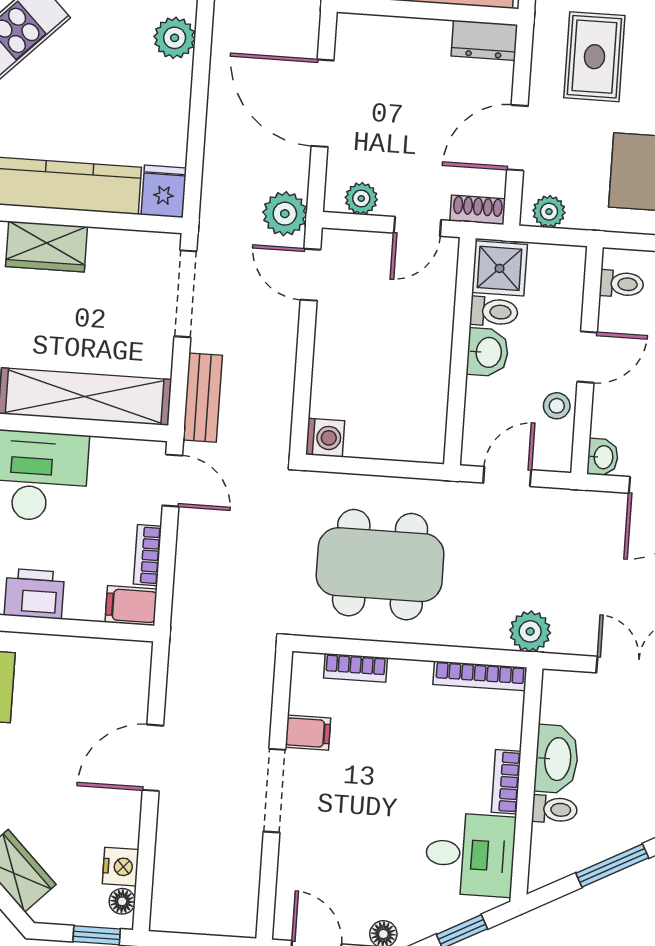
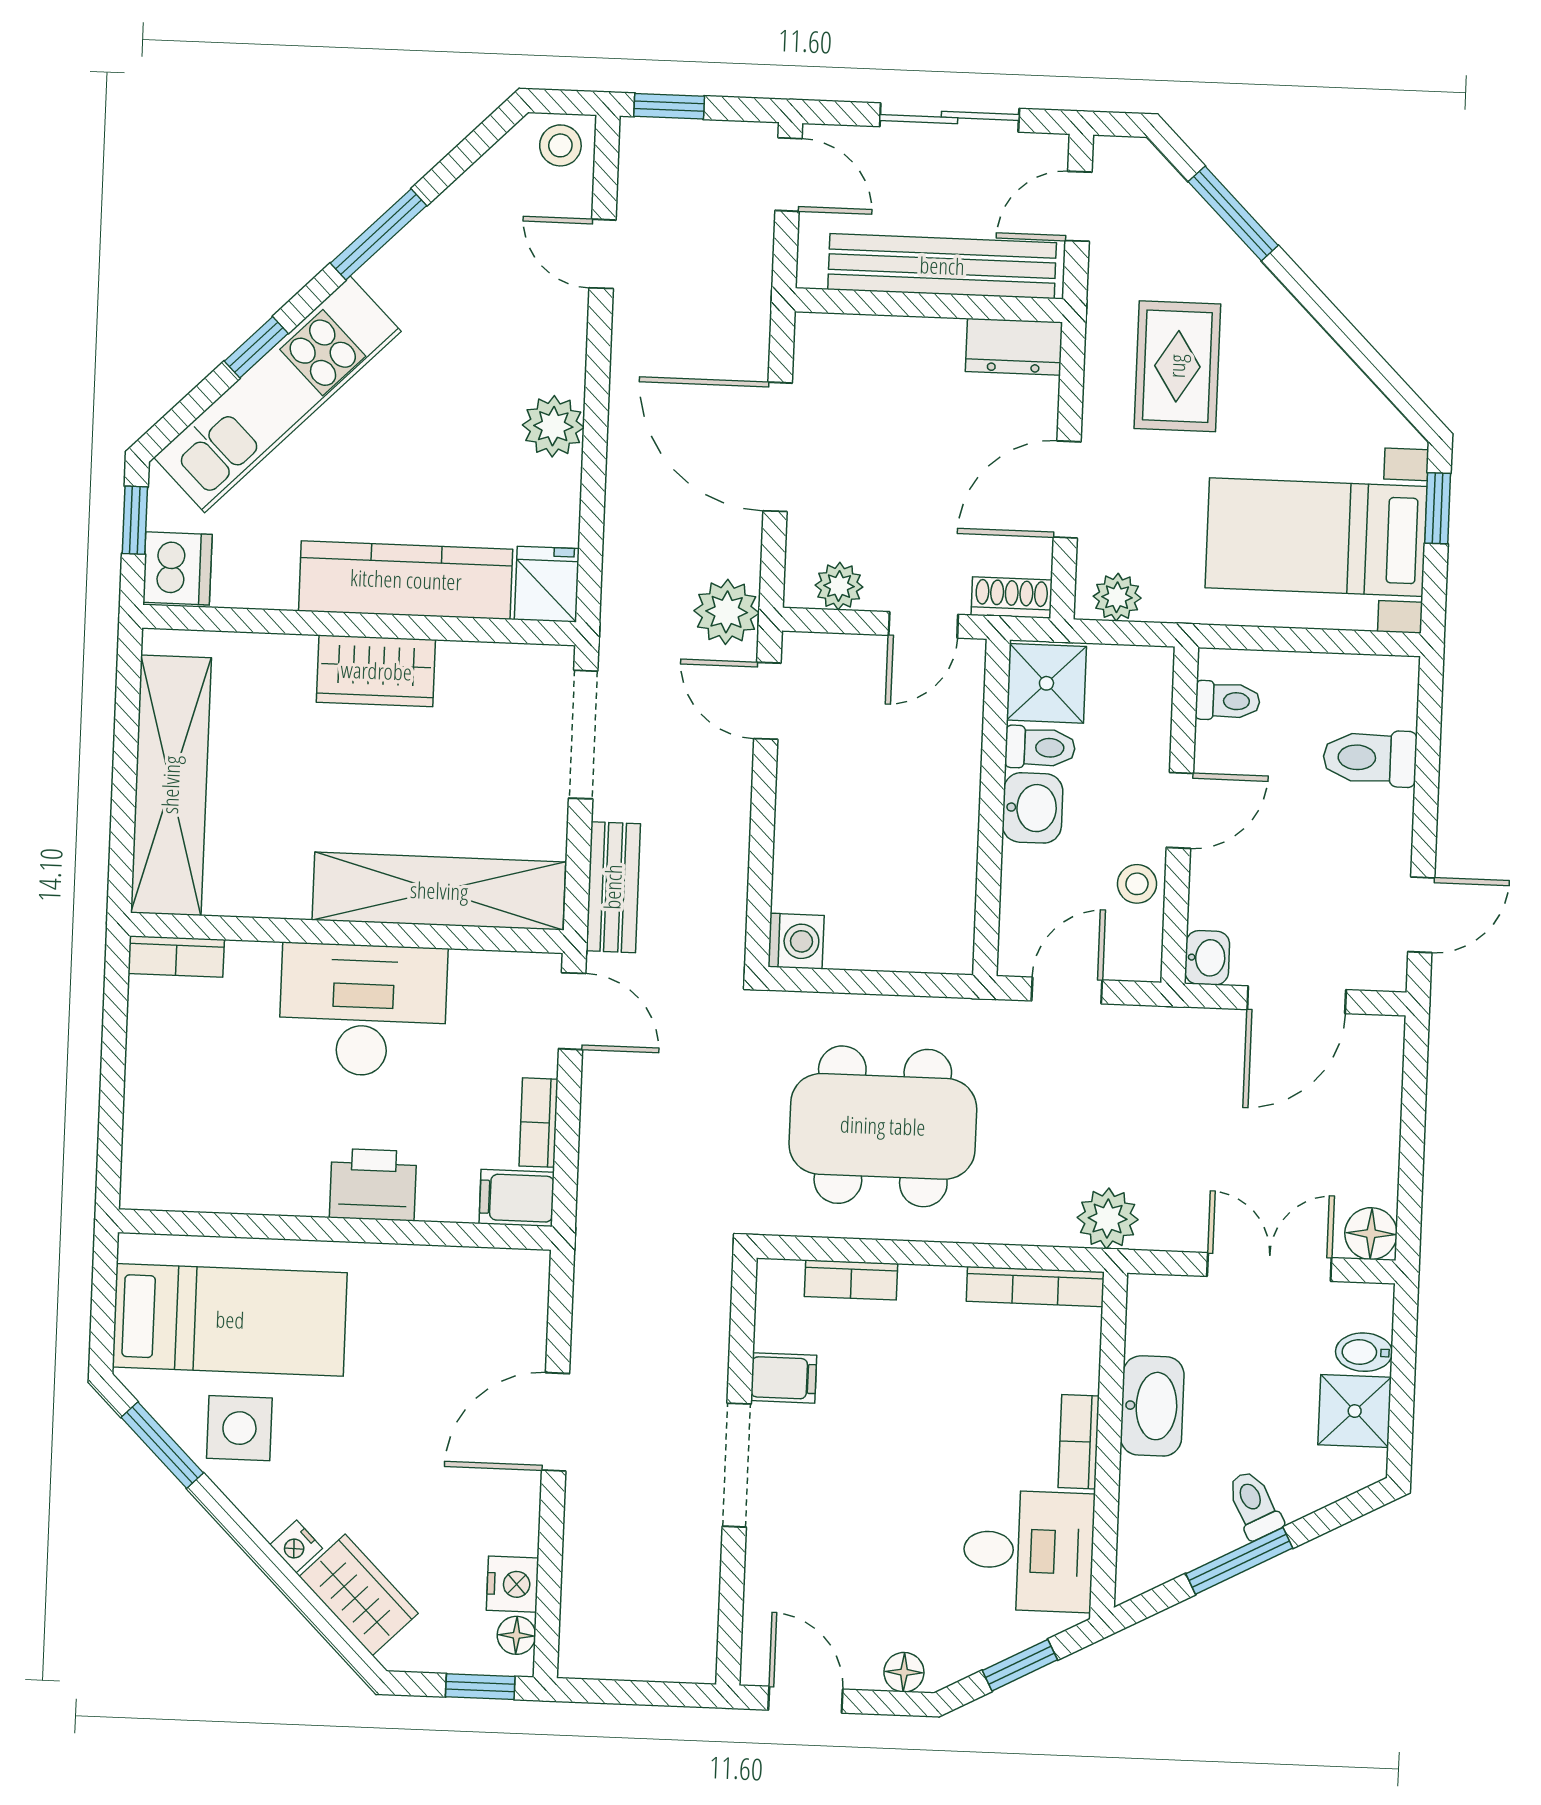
plant: (175, 38) -> (553, 426), moved
toilet: (555, 809) -> (1254, 1505), moved, turned -118

